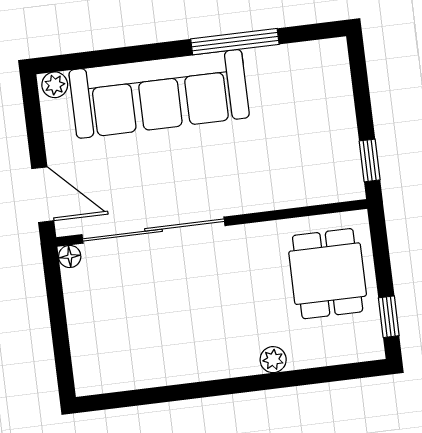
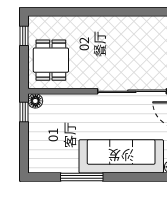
floor lamp: (349, 186) -> (35, 101), added
plant: (273, 360) -> (82, 22), removed

